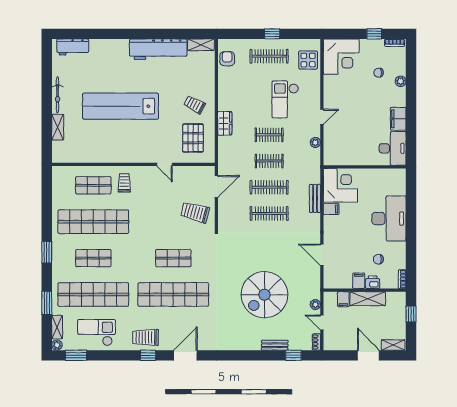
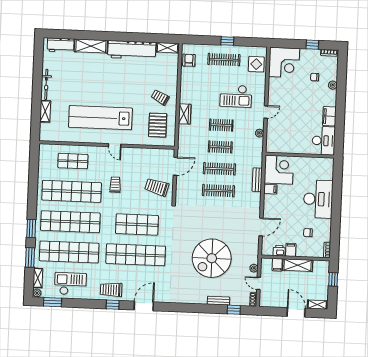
shelving: (109, 47) -> (91, 46), added
checkout: (285, 99) -> (236, 96), turned -90
lab bench: (120, 106) -> (100, 118), moved
door: (164, 164) -> (115, 145), moved
trolley: (124, 183) -> (115, 185), moved
window: (47, 252) -> (31, 229), moved
door: (322, 255) -> (261, 227), swing flipped
shop shelf: (93, 258) -> (70, 222), width x2.00, depth x1.36
shop shelf: (173, 258) -> (137, 224), width x1.43, depth x1.36
printer: (373, 282) -> (279, 251), moved

